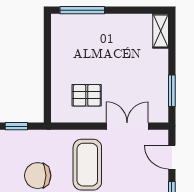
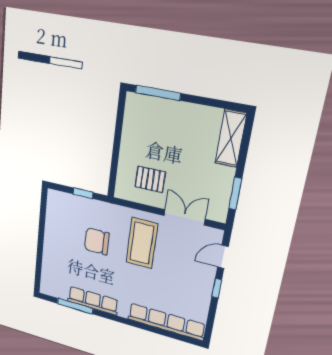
shelving: (161, 31) -> (231, 138), width x1.50, depth x1.33
door: (172, 157) -> (223, 257), hinge flipped

